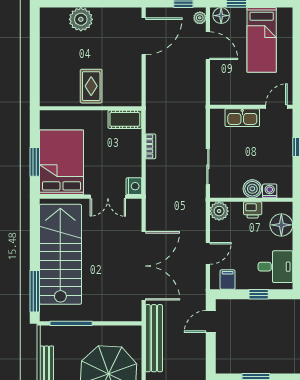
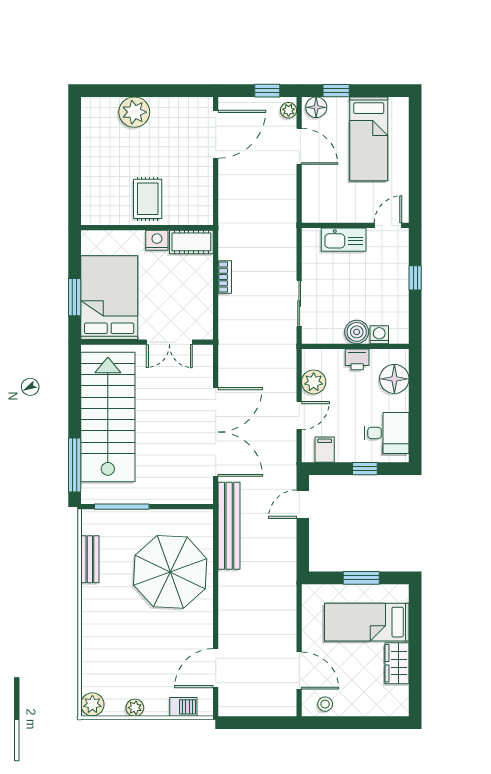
nightstand: (134, 186) -> (157, 240), moved, turned -90
plant: (219, 211) -> (314, 382), moved

